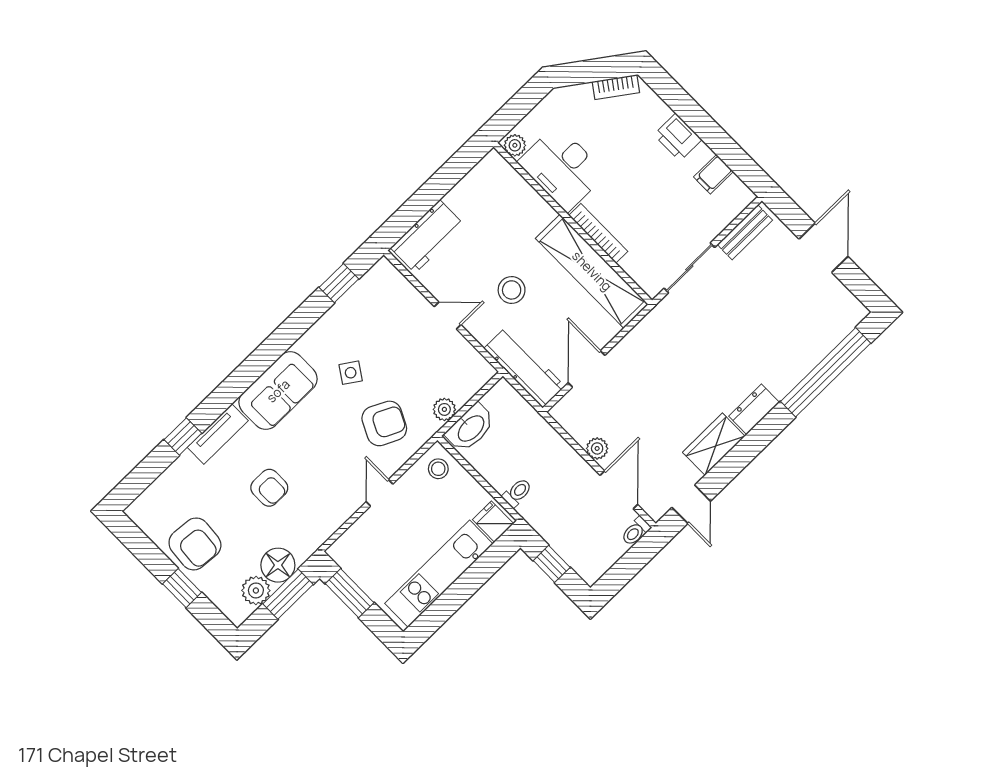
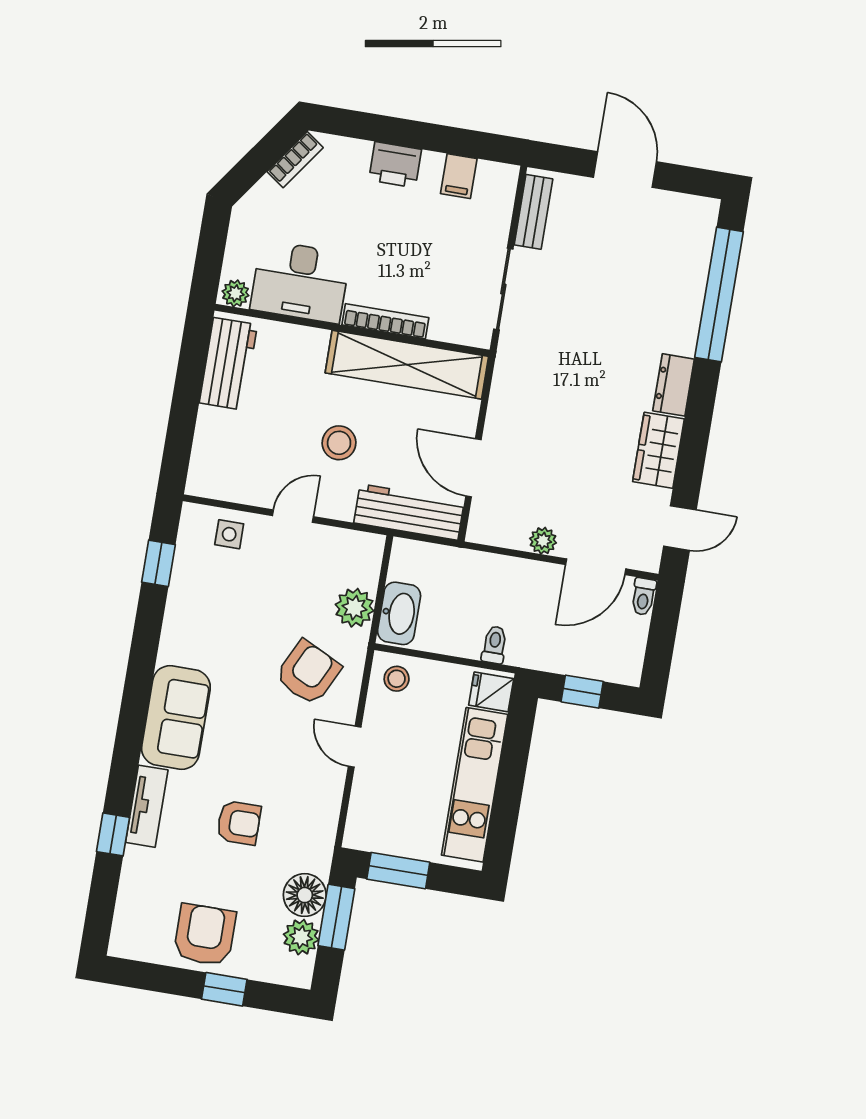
workbench: (427, 236) -> (228, 364), moved
side table: (351, 373) -> (229, 534), moved, turned -34
plant: (444, 409) -> (355, 608), width x1.38, depth x1.38
door: (619, 490) -> (596, 567), swing flipped
door: (691, 504) -> (680, 528), hinge flipped
armchair: (195, 544) -> (205, 935), turned -95

